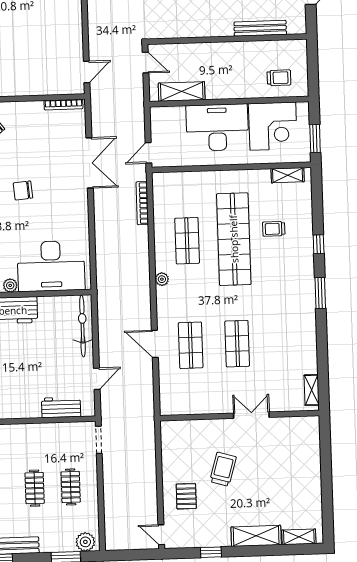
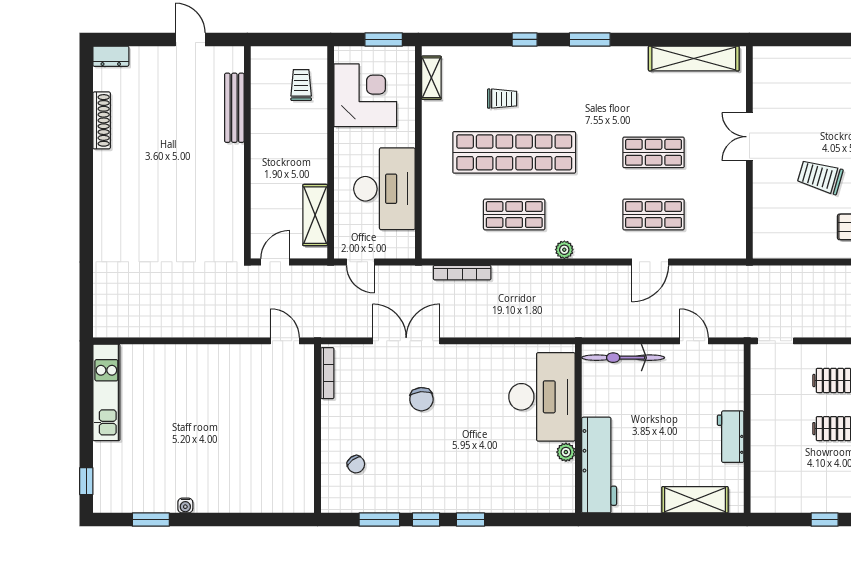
desk: (217, 127) -> (384, 189), moved, turned 180
door: (149, 153) -> (360, 262), moved
chair: (23, 190) -> (421, 399), moved
trolley: (274, 229) -> (502, 99), turned -90
shelving: (312, 390) -> (694, 58), width x2.20, depth x1.33
workbench: (61, 407) -> (731, 437), moved

